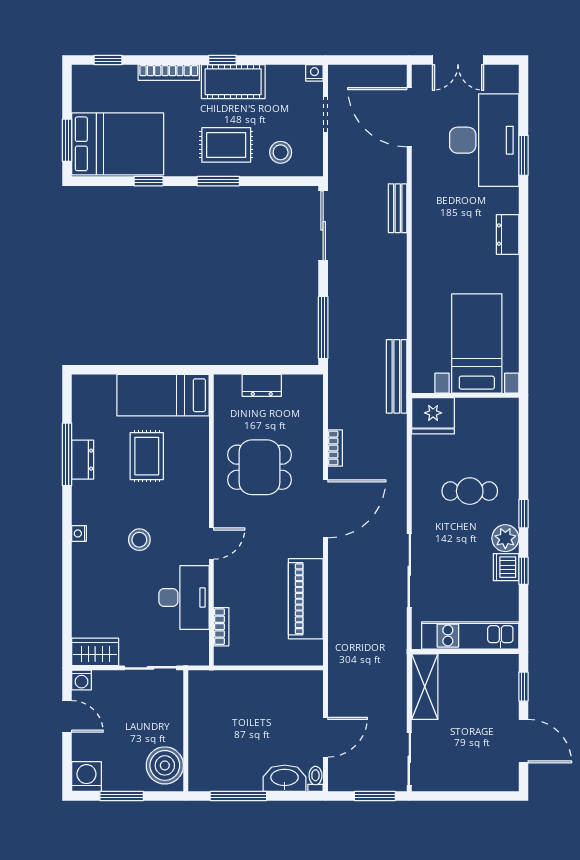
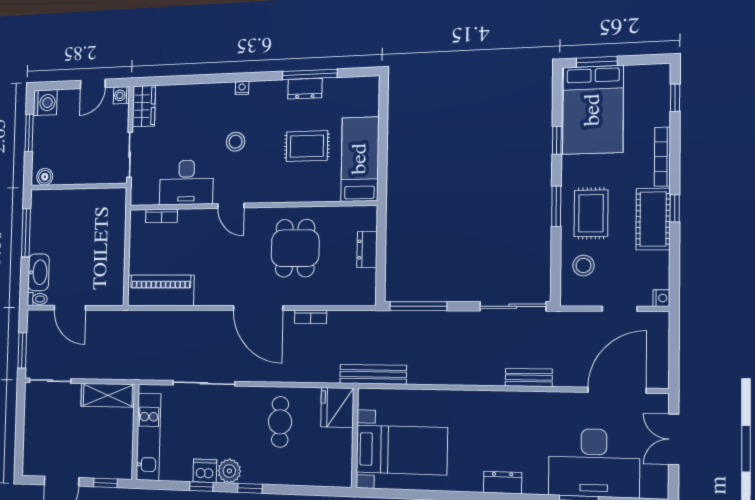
cafe table: (470, 491) -> (280, 422), moved
piano: (306, 599) -> (161, 290), moved
boiler: (165, 765) -> (45, 177), width x0.54, depth x0.54

